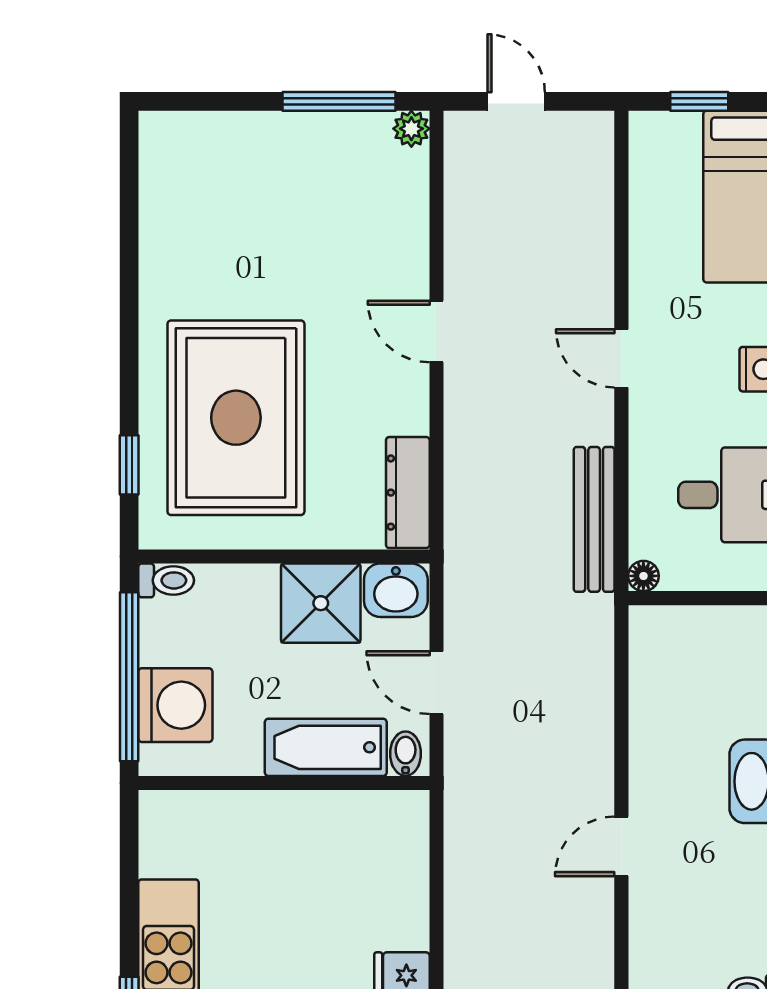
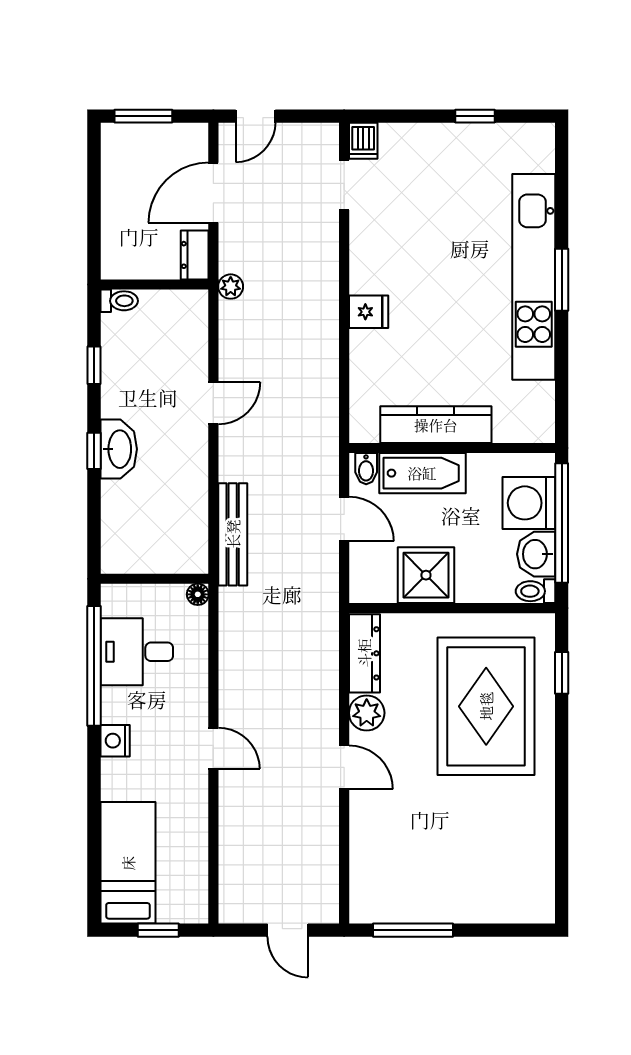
plant: (411, 129) -> (367, 713), moved, width x1.38, depth x1.38
bench: (594, 519) -> (233, 534), moved
washbasin: (396, 590) -> (536, 554), moved, turned -90
kitchen counter: (307, 816) -> (436, 425), added

